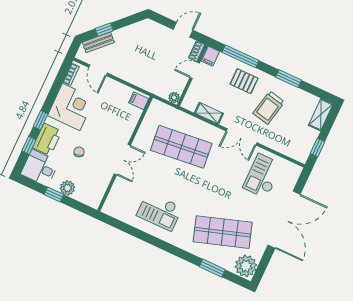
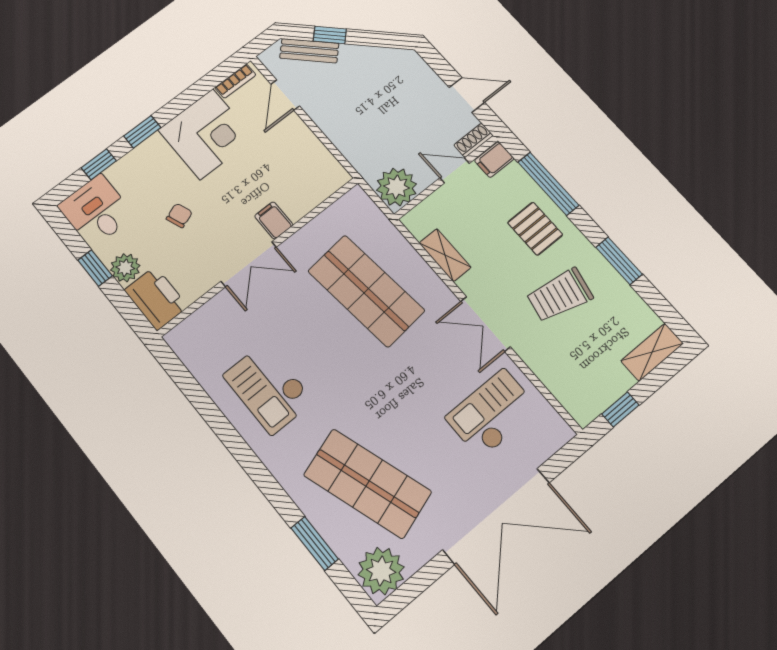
plant: (174, 98) -> (397, 187), width x1.88, depth x1.88
filing cabinet: (139, 101) -> (274, 220), moved
printer: (47, 139) -> (156, 298), moved, turned -90

